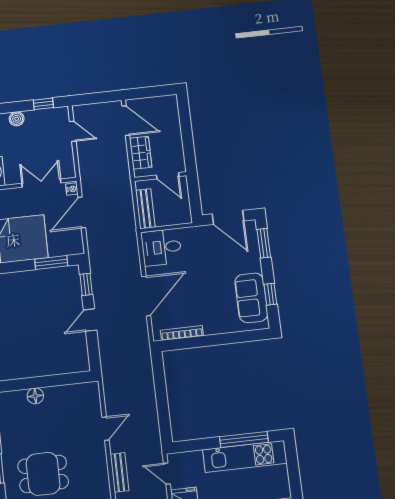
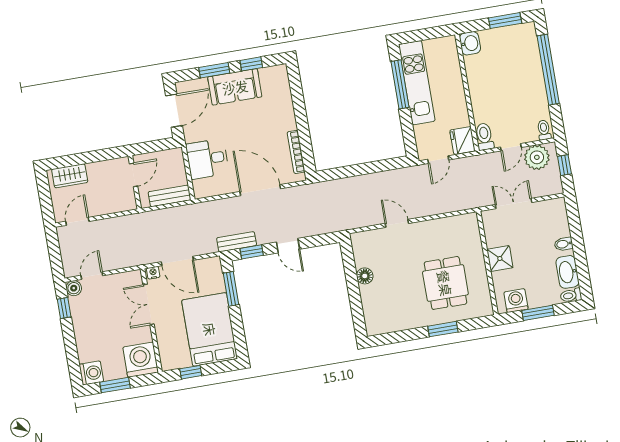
boiler: (17, 119) -> (74, 288), moved
door: (126, 121) -> (77, 221), width x0.73
wardrobe: (141, 153) -> (70, 176), moved, turned 180
window: (264, 243) -> (214, 70), moved
desk: (161, 247) -> (207, 159), moved, turned 90
sofa: (251, 298) -> (235, 87), moved
floor lamp: (35, 396) -> (365, 276), moved
bench: (119, 472) -> (237, 242), moved

